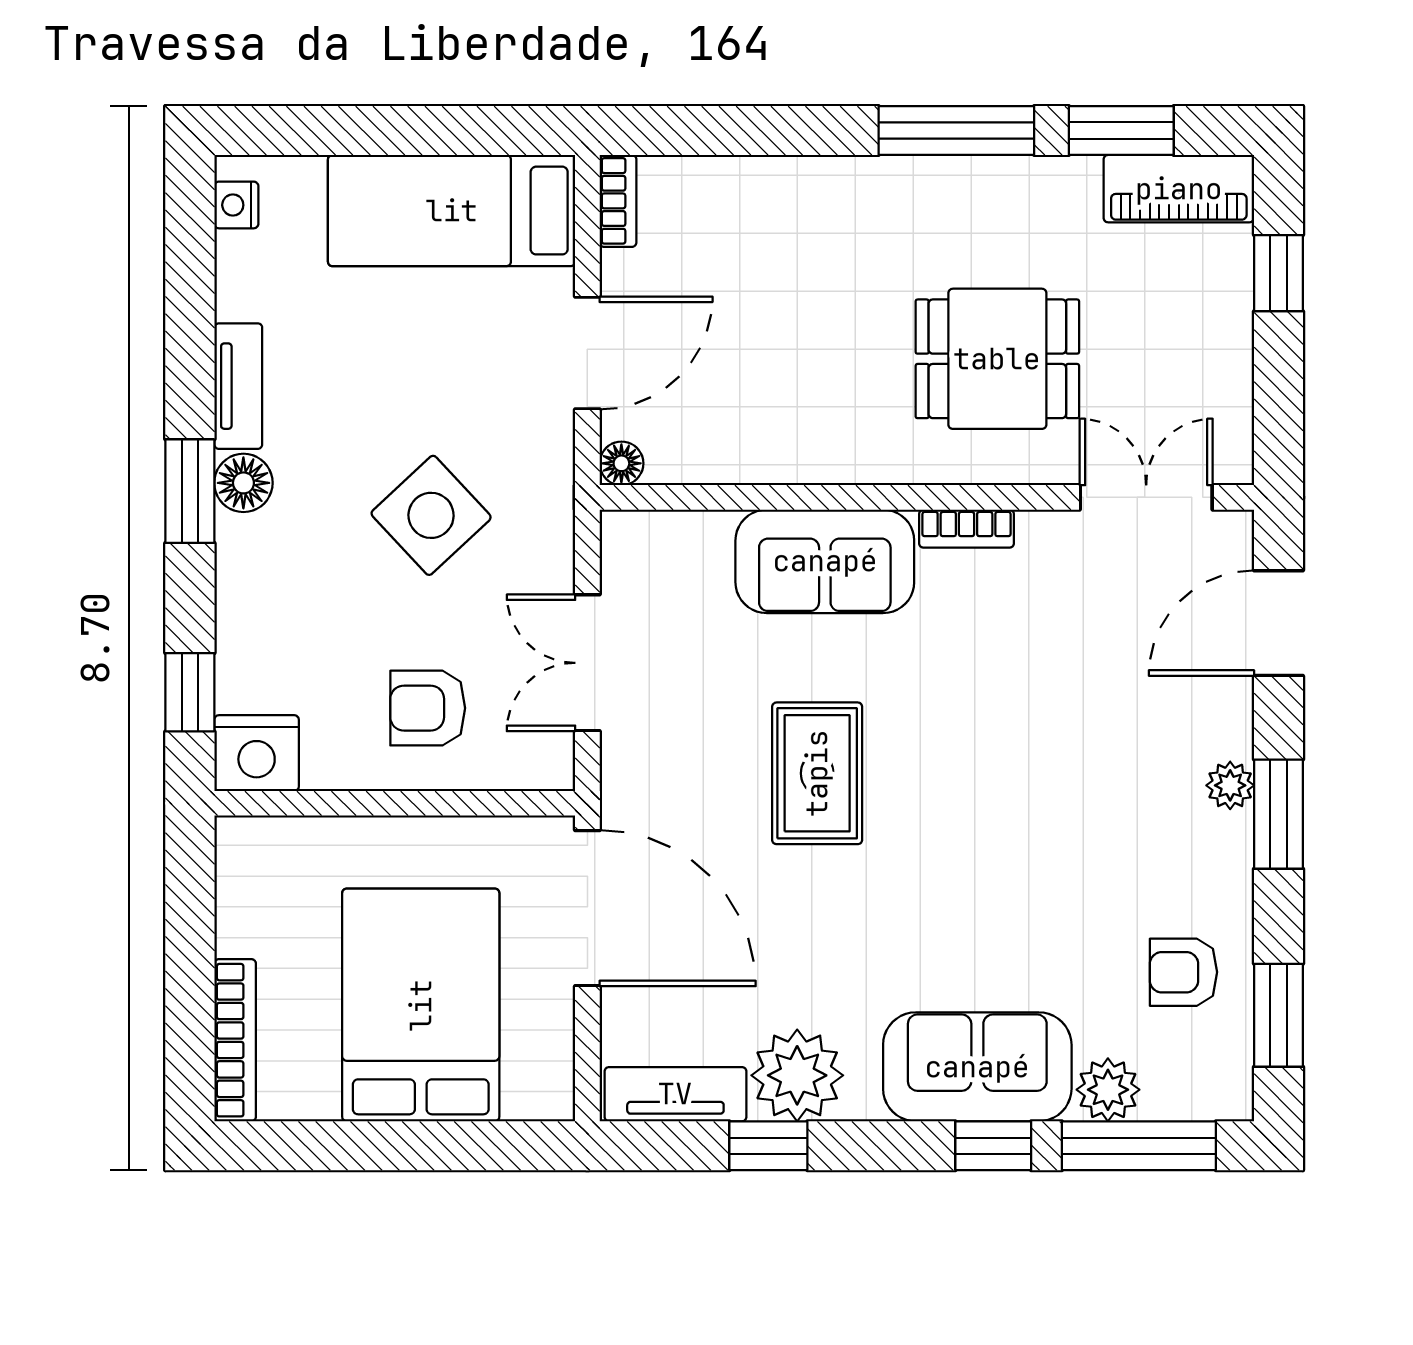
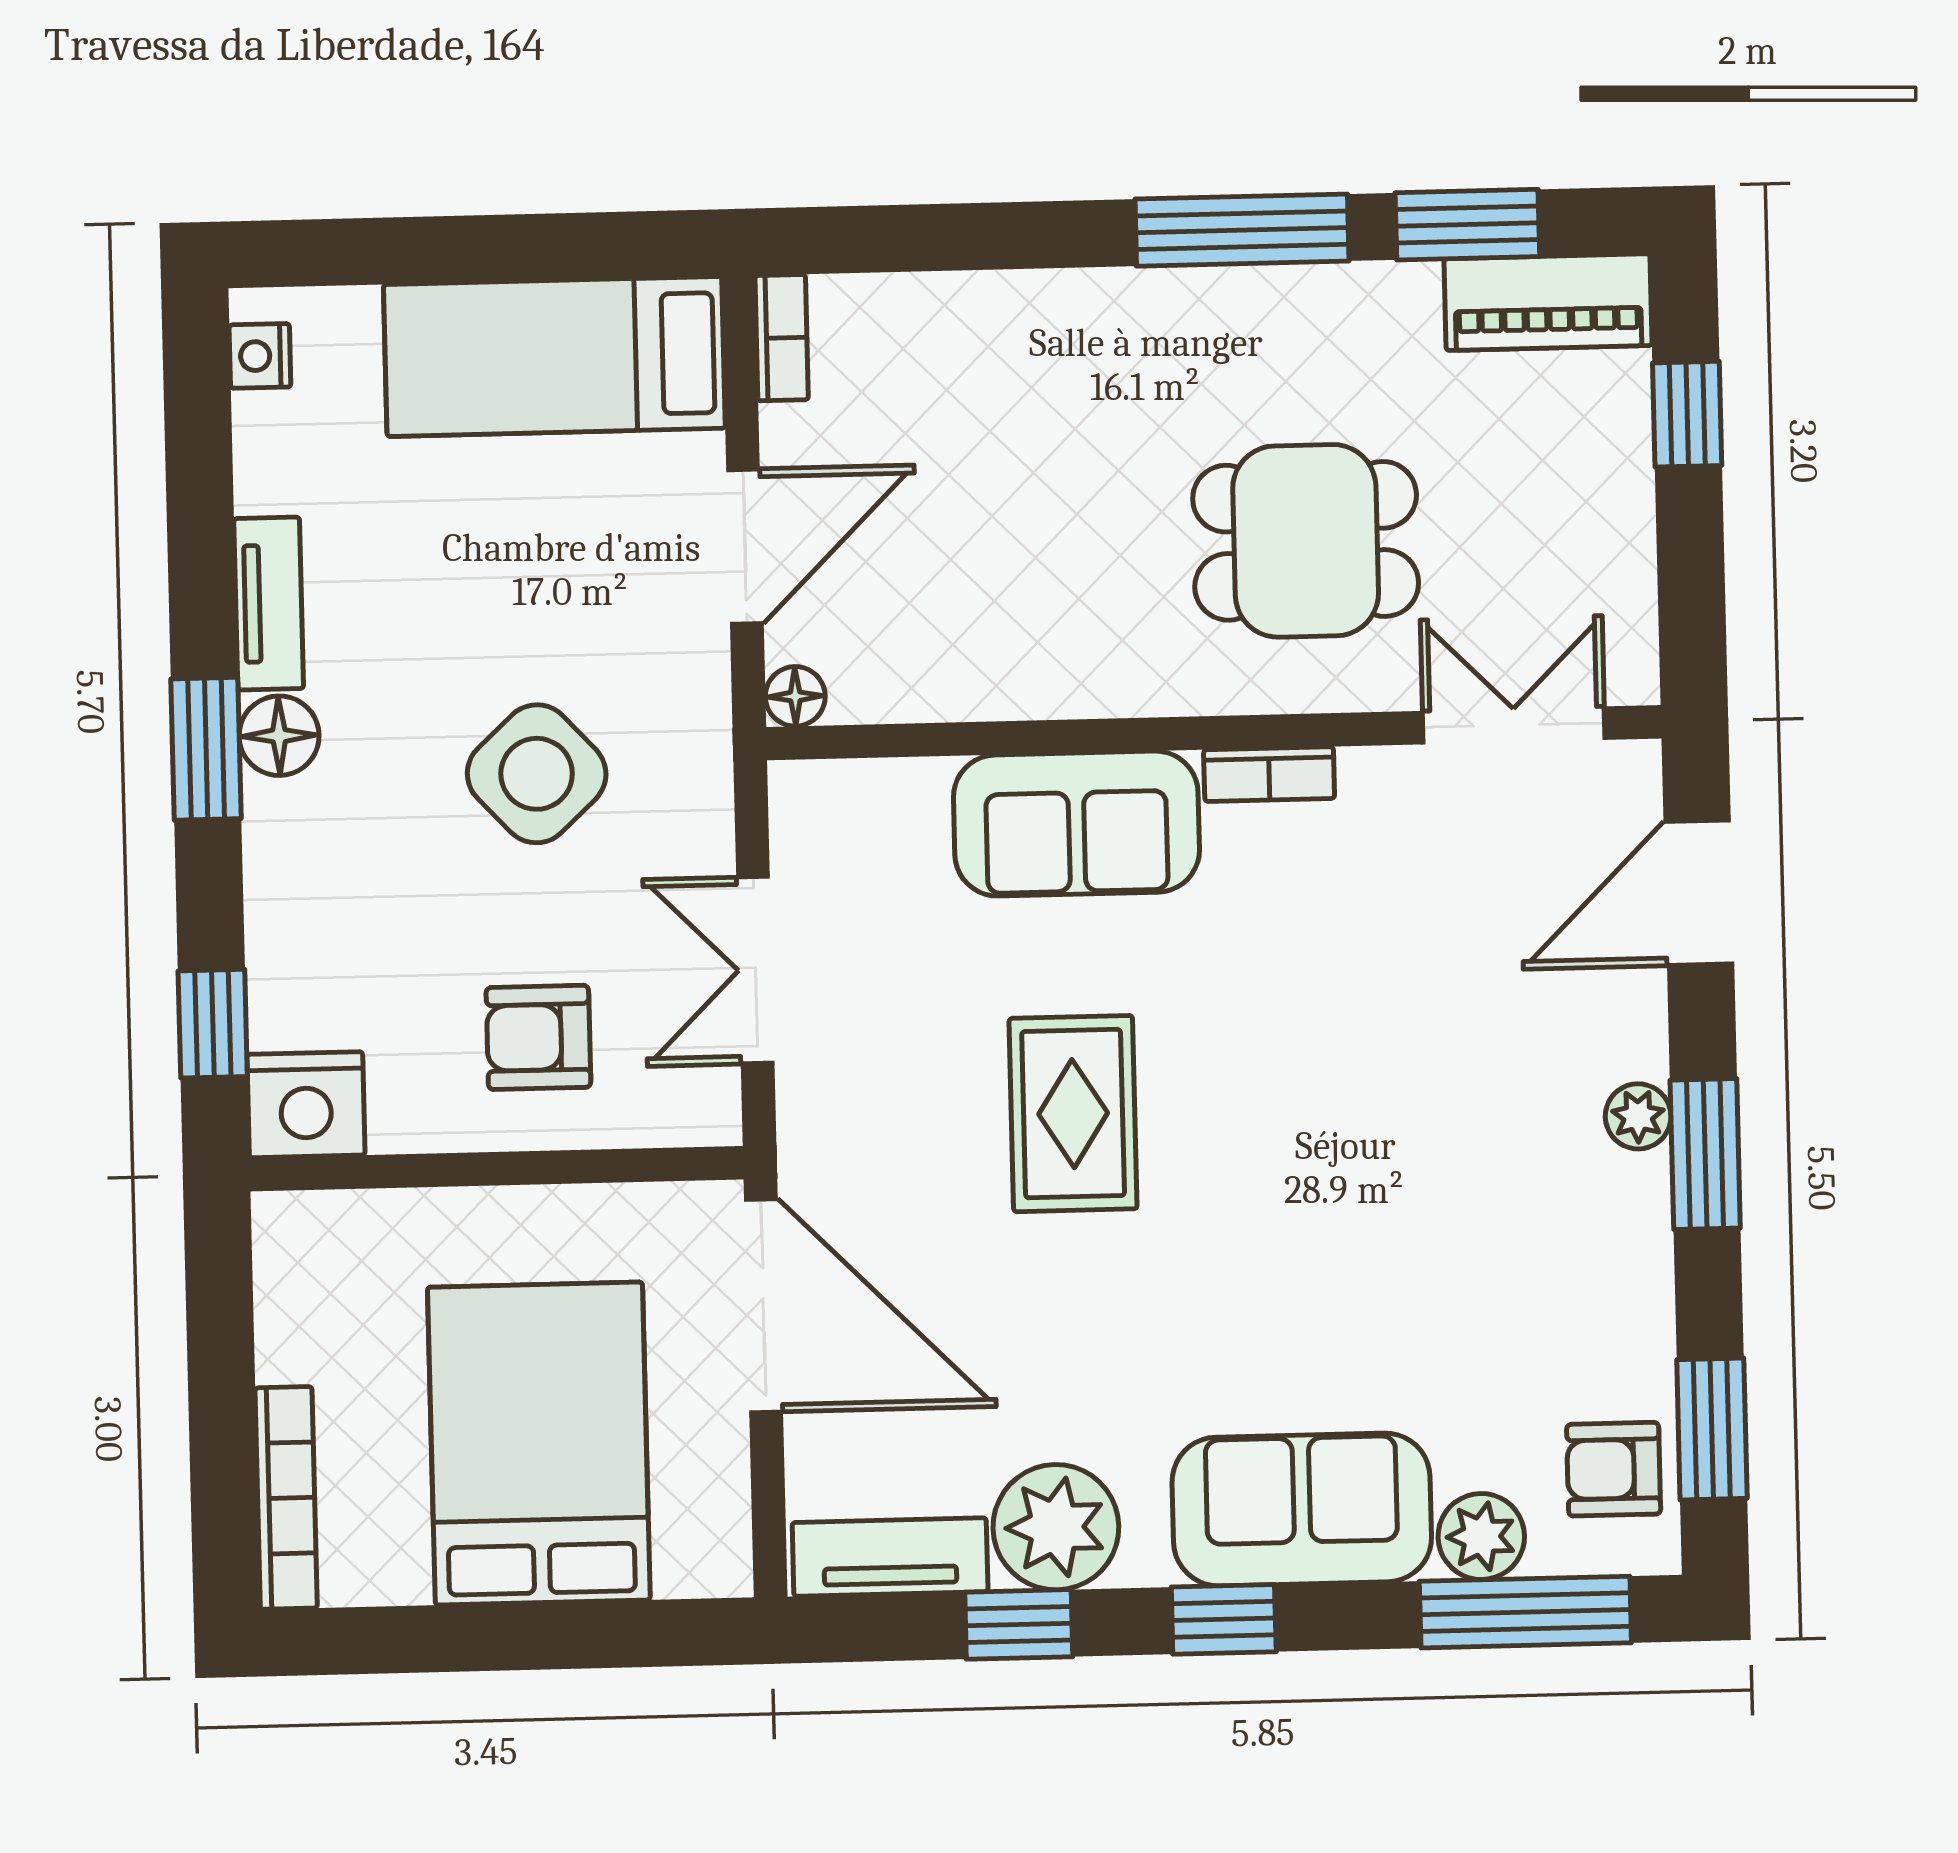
armchair: (1183, 972) -> (1614, 1469), moved
window: (993, 1146) -> (1224, 1619), moved

